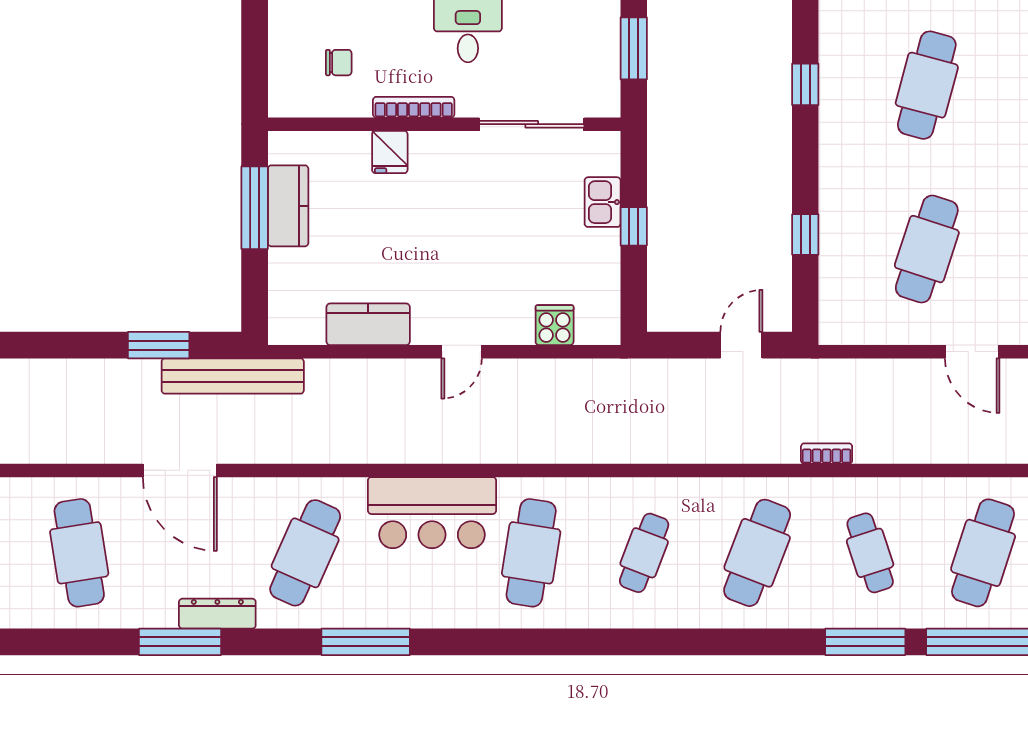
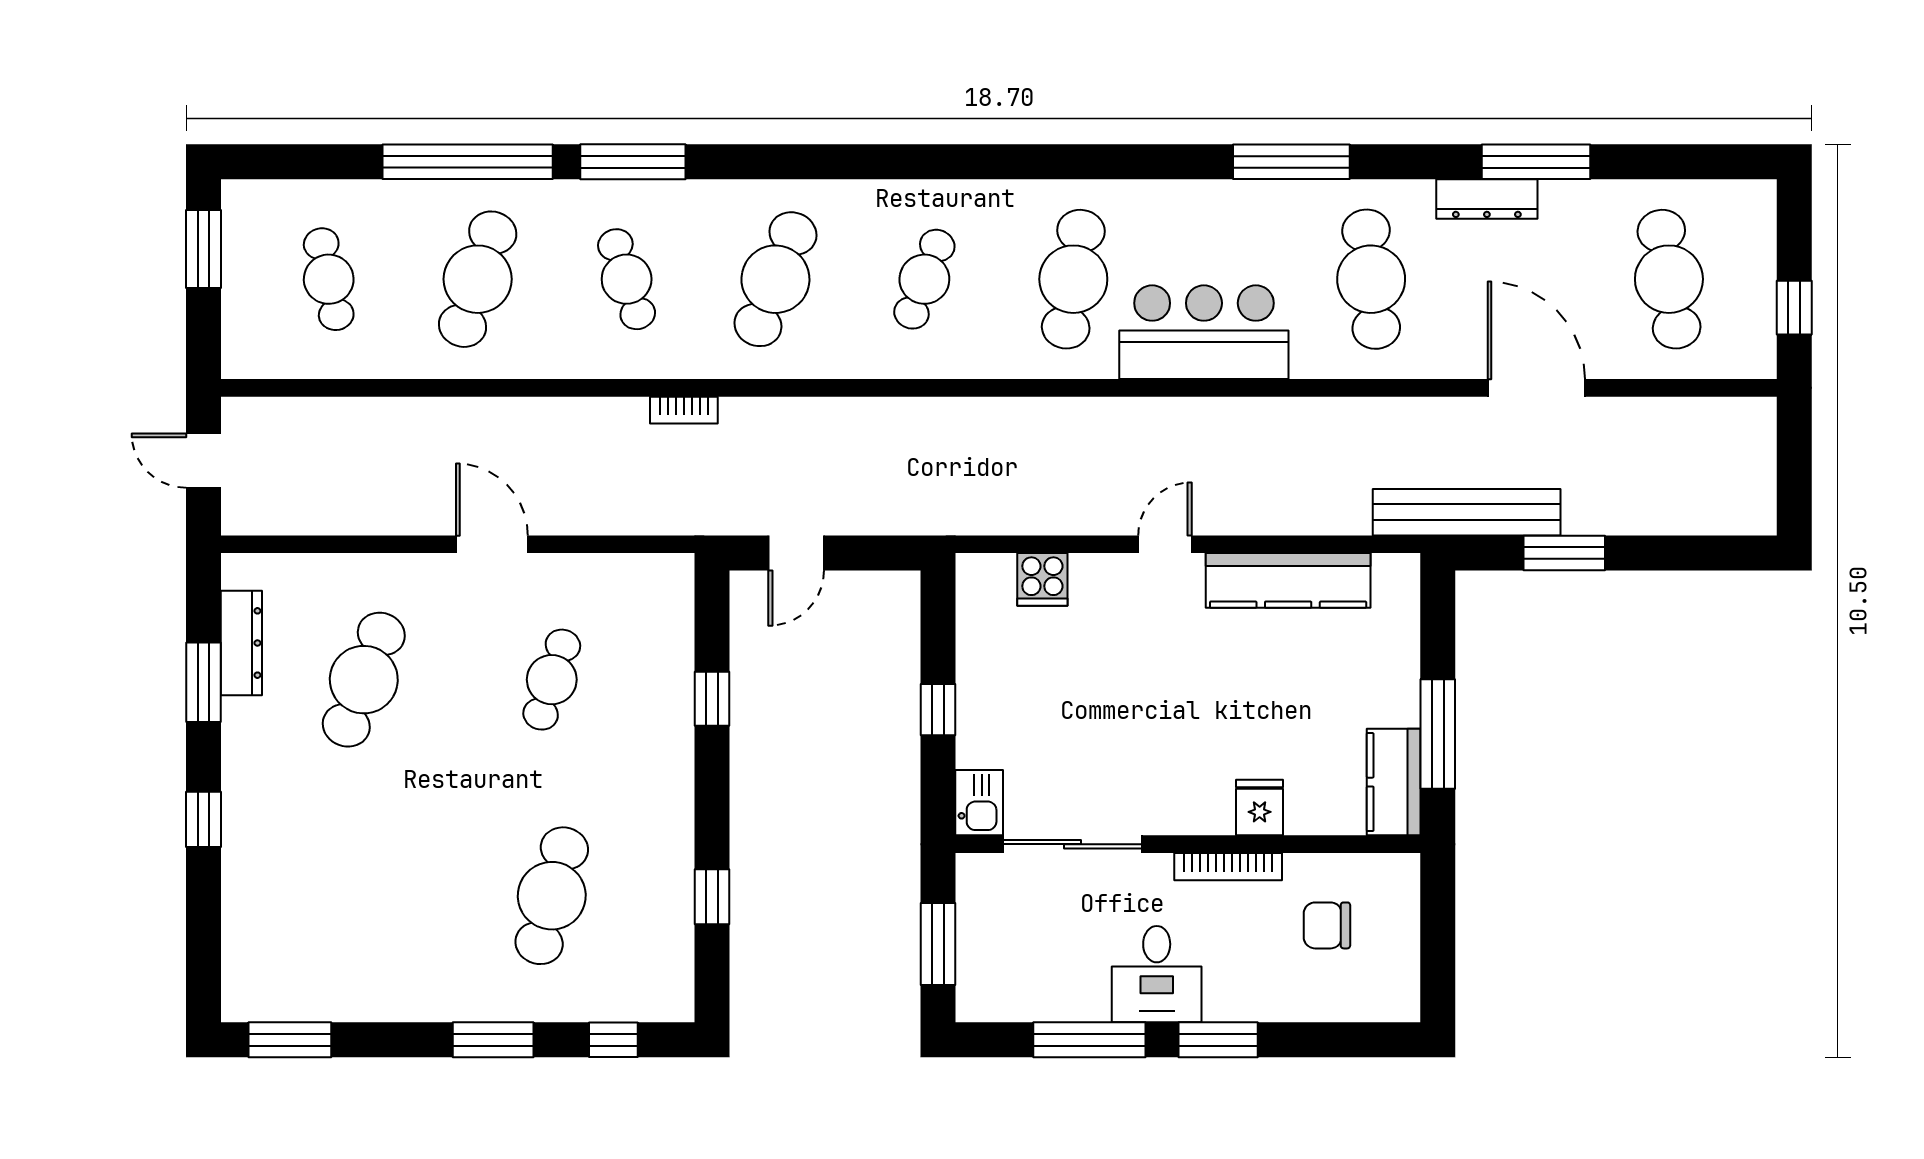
chair: (339, 63) -> (1327, 925), width x1.37, depth x1.37
kitchen sink: (603, 202) -> (979, 803), moved
kitchen counter: (288, 206) -> (1394, 782), moved
cafe table: (927, 249) -> (552, 680), width x0.73, depth x0.74
kitchen counter: (368, 324) -> (1288, 580), width x1.50
cafe table: (305, 553) -> (1371, 279), turned -30

